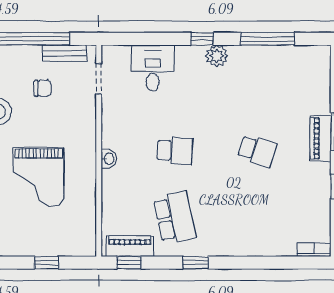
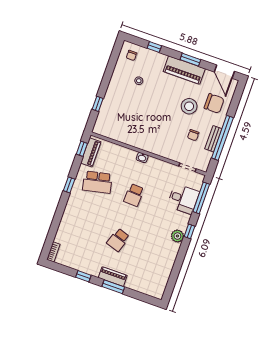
window: (268, 39) -> (201, 198), moved
bench: (65, 53) -> (213, 139), moved
grand piano: (39, 177) -> (146, 116), removed

